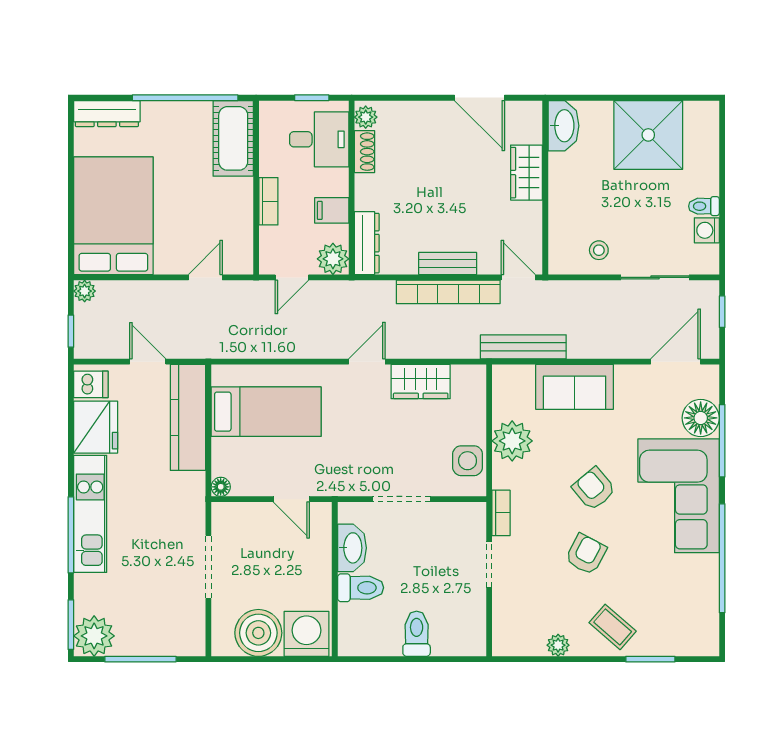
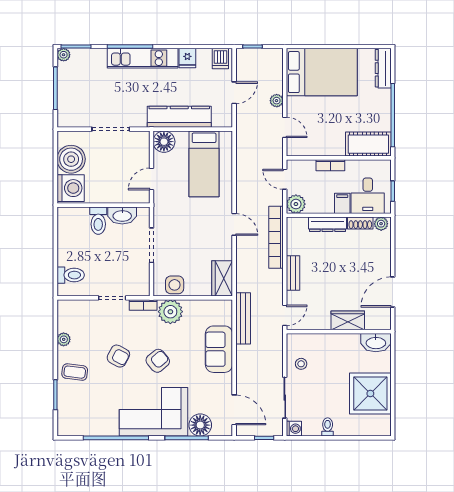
filing cabinet: (332, 210) -> (342, 203), moved
washing machine: (707, 230) -> (294, 429), moved, turned 90
dresser: (367, 243) -> (327, 224), moved
plant: (85, 291) -> (277, 101), moved
bookcase: (448, 292) -> (276, 237), moved
wardrobe: (421, 382) -> (222, 278), moved
kitchen counter: (188, 417) -> (179, 117), moved
fridge: (96, 427) -> (187, 58), width x0.53, depth x0.75
plant: (512, 441) -> (170, 312), moved
floor lamp: (221, 487) -> (164, 142), width x1.89, depth x1.89
coffee table: (613, 627) -> (75, 372), turned 56
toilet: (417, 634) -> (71, 275), moved
plant: (94, 636) -> (64, 55), width x0.53, depth x0.53

